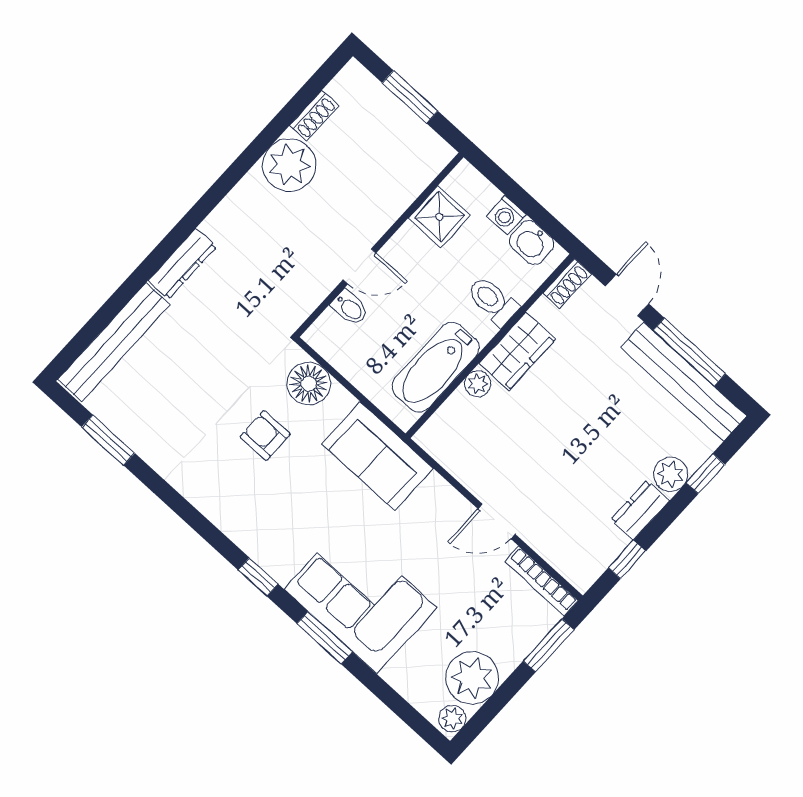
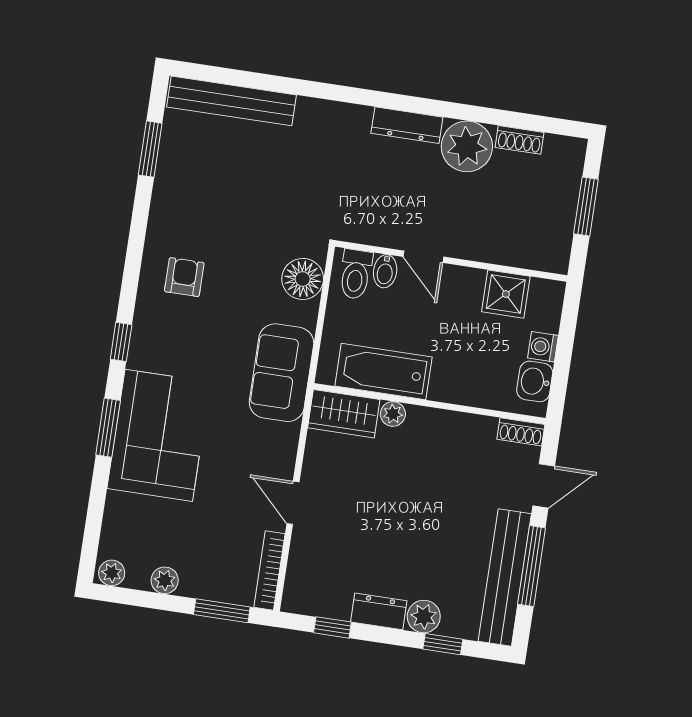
dresser: (182, 264) -> (407, 125), moved
toilet: (493, 301) -> (356, 274), moved, turned 180
wardrobe: (517, 351) -> (344, 414), moved
armchair: (265, 435) -> (184, 277), moved
plant: (472, 678) -> (165, 580), width x0.53, depth x0.53

